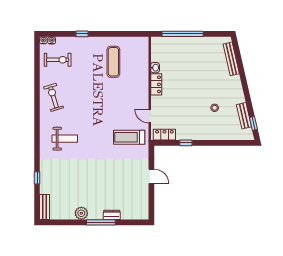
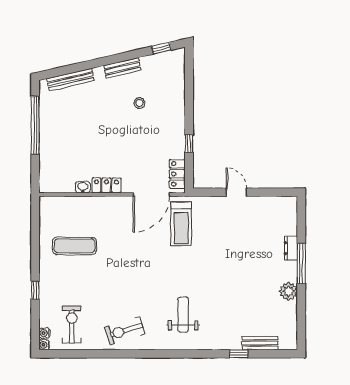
window: (183, 34) -> (35, 125), moved
door: (150, 116) -> (151, 195), width x1.88
bench: (244, 116) -> (122, 68), moved
door: (151, 176) -> (236, 192), hinge flipped
bench: (45, 207) -> (260, 343), moved

